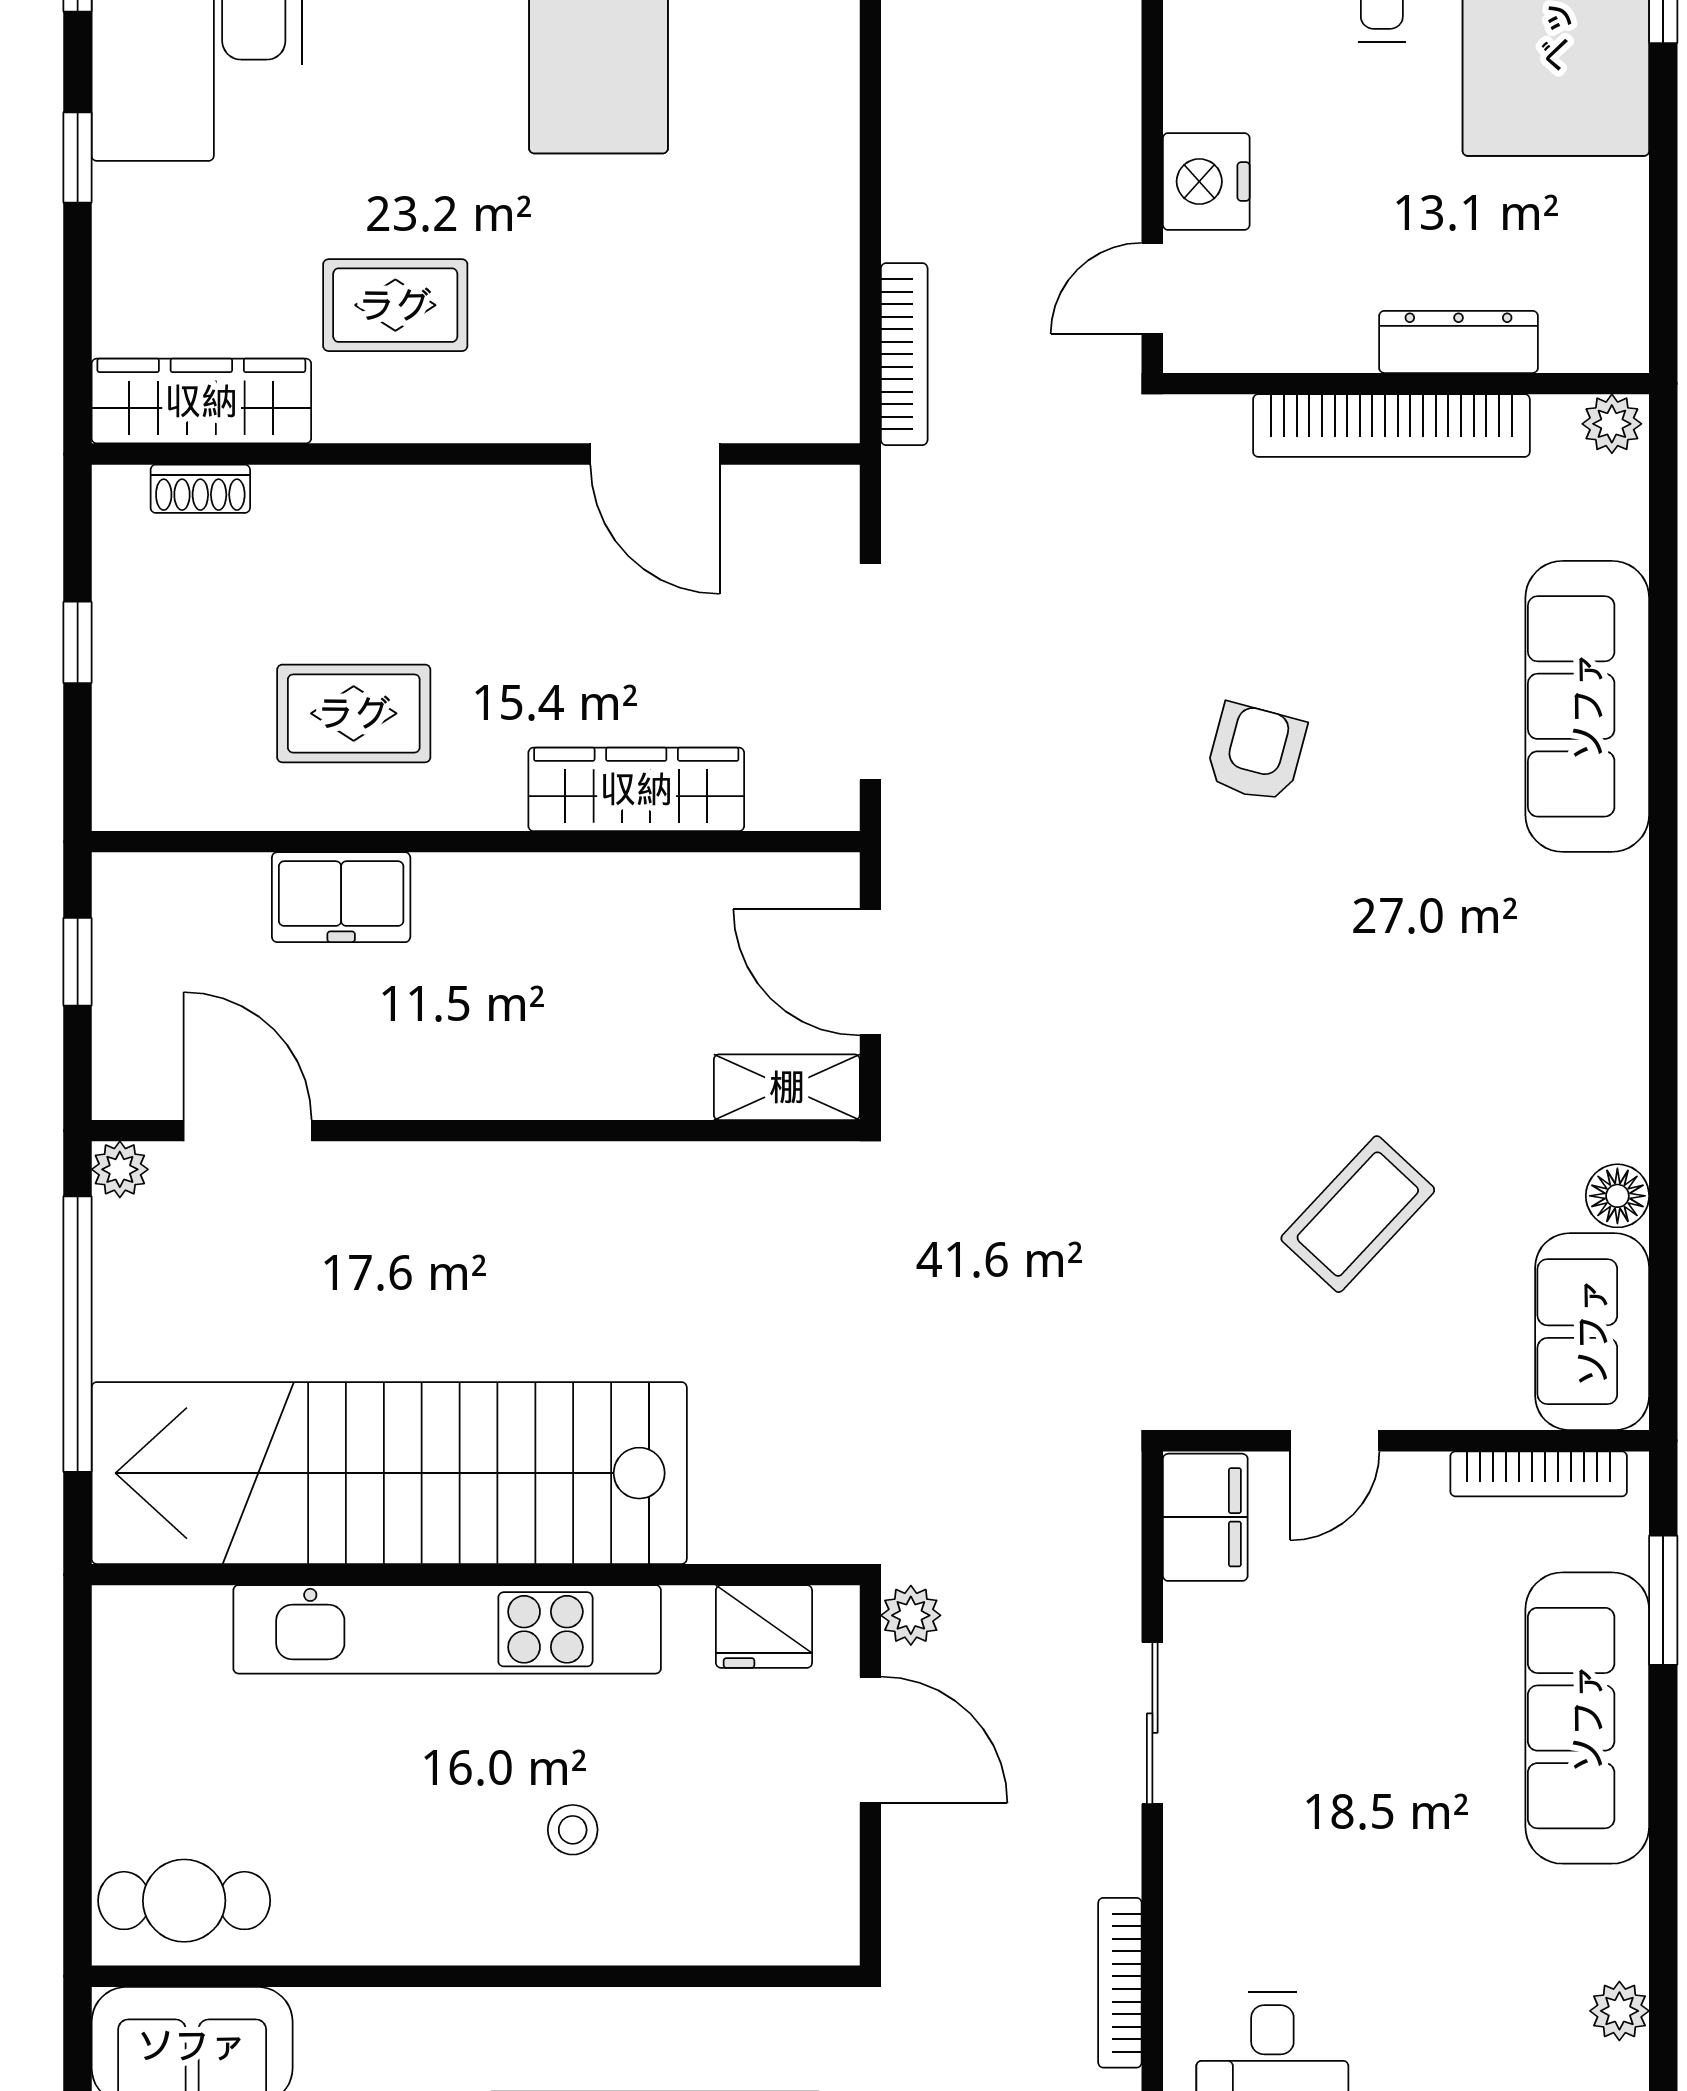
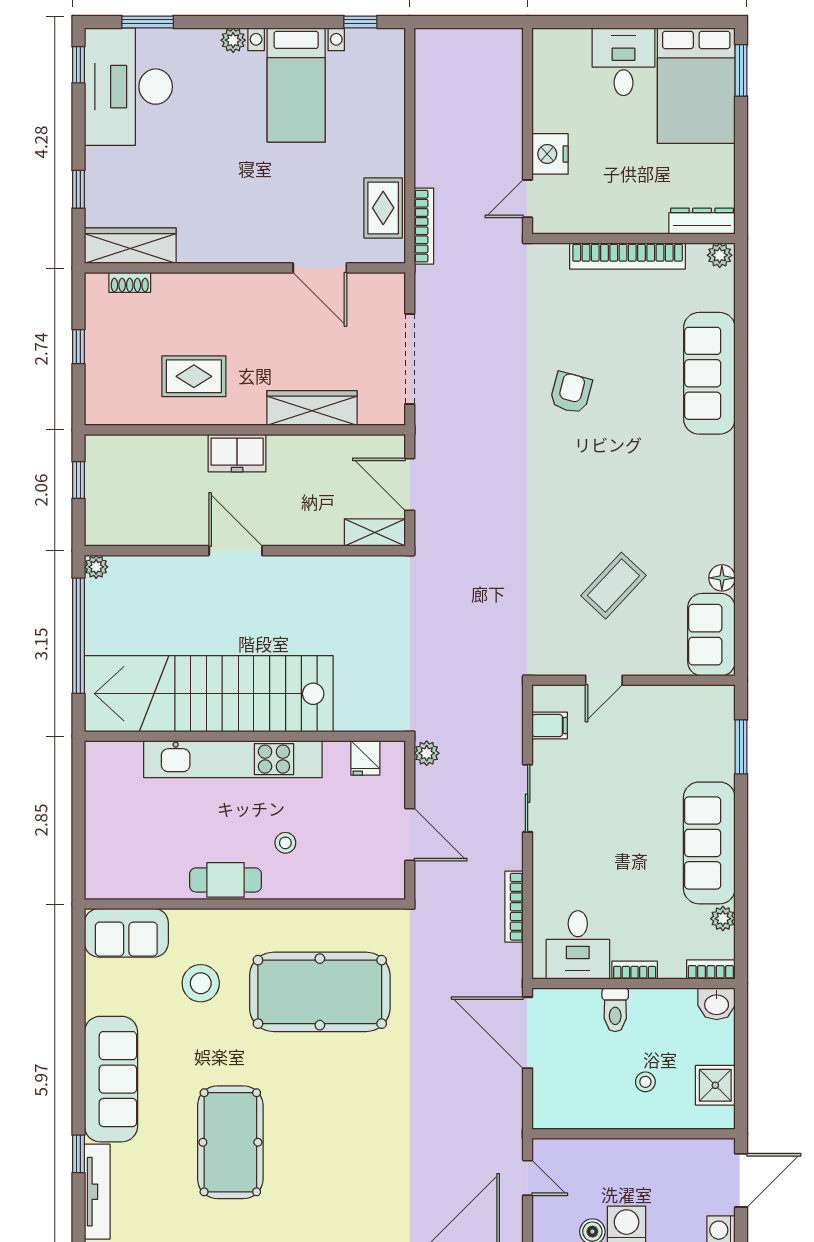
window: (78, 158) -> (78, 189), moved
rug: (395, 305) -> (383, 208), moved, turned 90
dresser: (1458, 342) -> (702, 221), moved
freezer: (341, 897) -> (237, 453), moved
door: (248, 1131) -> (236, 551), moved
bookcase: (1539, 1474) -> (689, 694), removed
filing cabinet: (1205, 1517) -> (550, 726), width x0.50
fridge: (764, 1627) -> (365, 758), width x0.72
sofa: (1587, 1718) -> (709, 843), moved
door: (870, 1740) -> (410, 834), moved
cafe table: (184, 1901) -> (226, 880), moved

